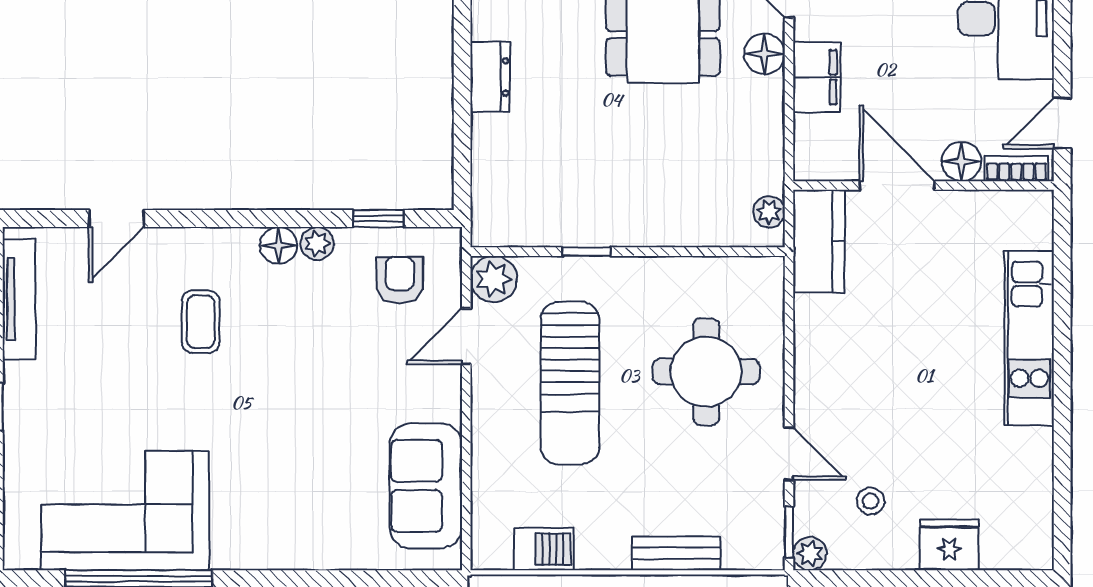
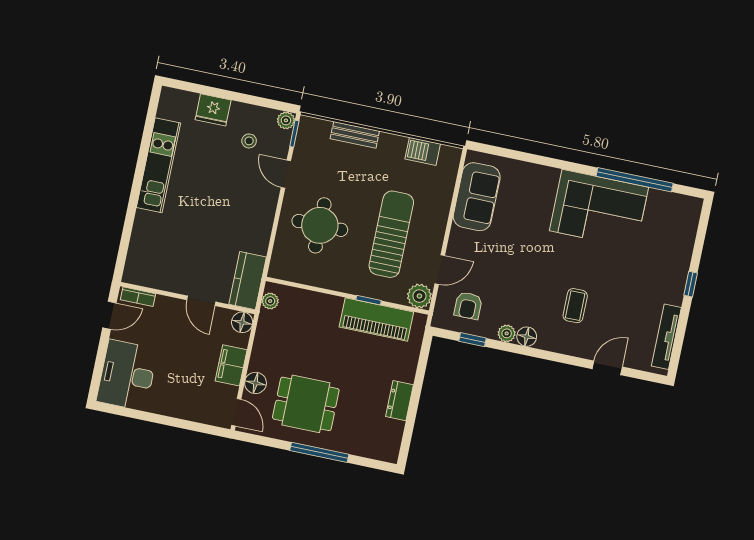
floor lamp: (962, 161) -> (242, 322), moved
door: (897, 185) -> (201, 301), width x0.73
piano: (565, 219) -> (376, 319), added
kitchen unit: (1029, 338) -> (158, 165), moved
corner sofa: (125, 511) -> (599, 209), moved

